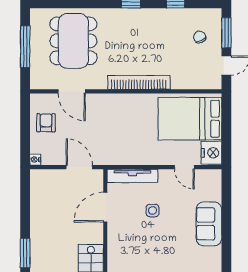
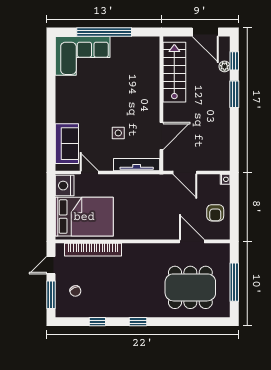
dining table: (73, 41) -> (190, 287), turned 90
bookcase: (139, 82) -> (93, 250), moved
sofa: (209, 224) -> (67, 144), moved

